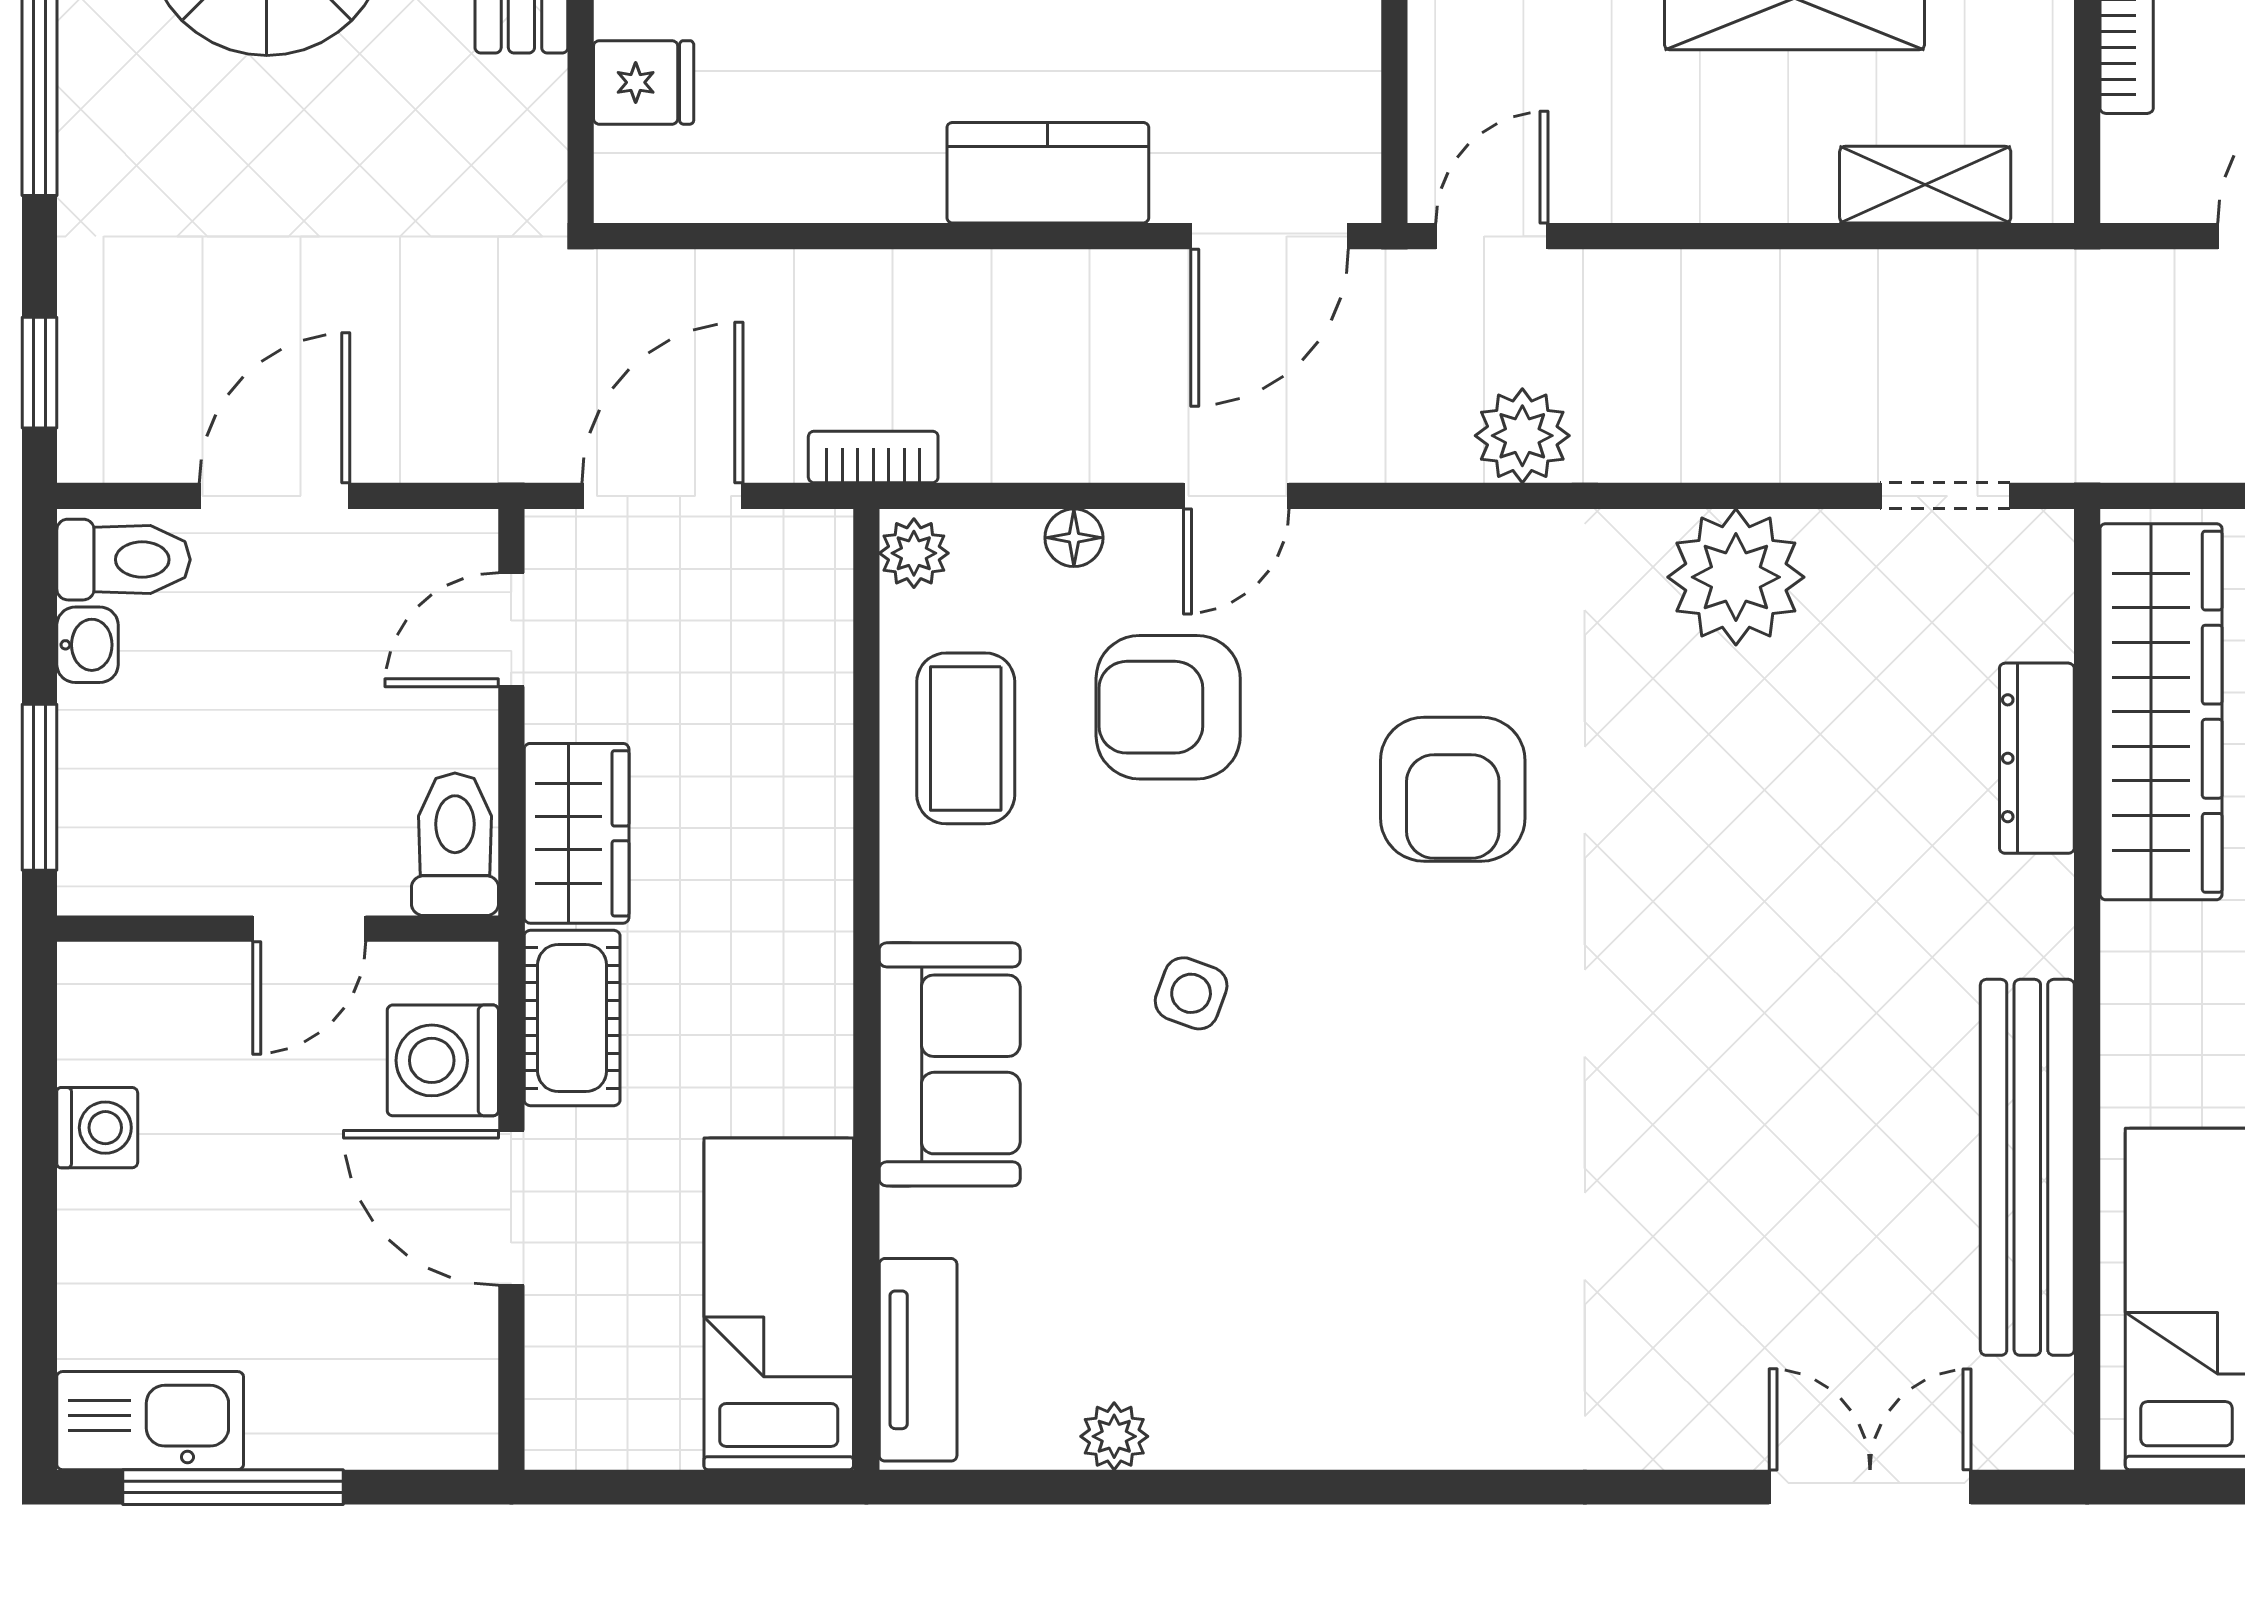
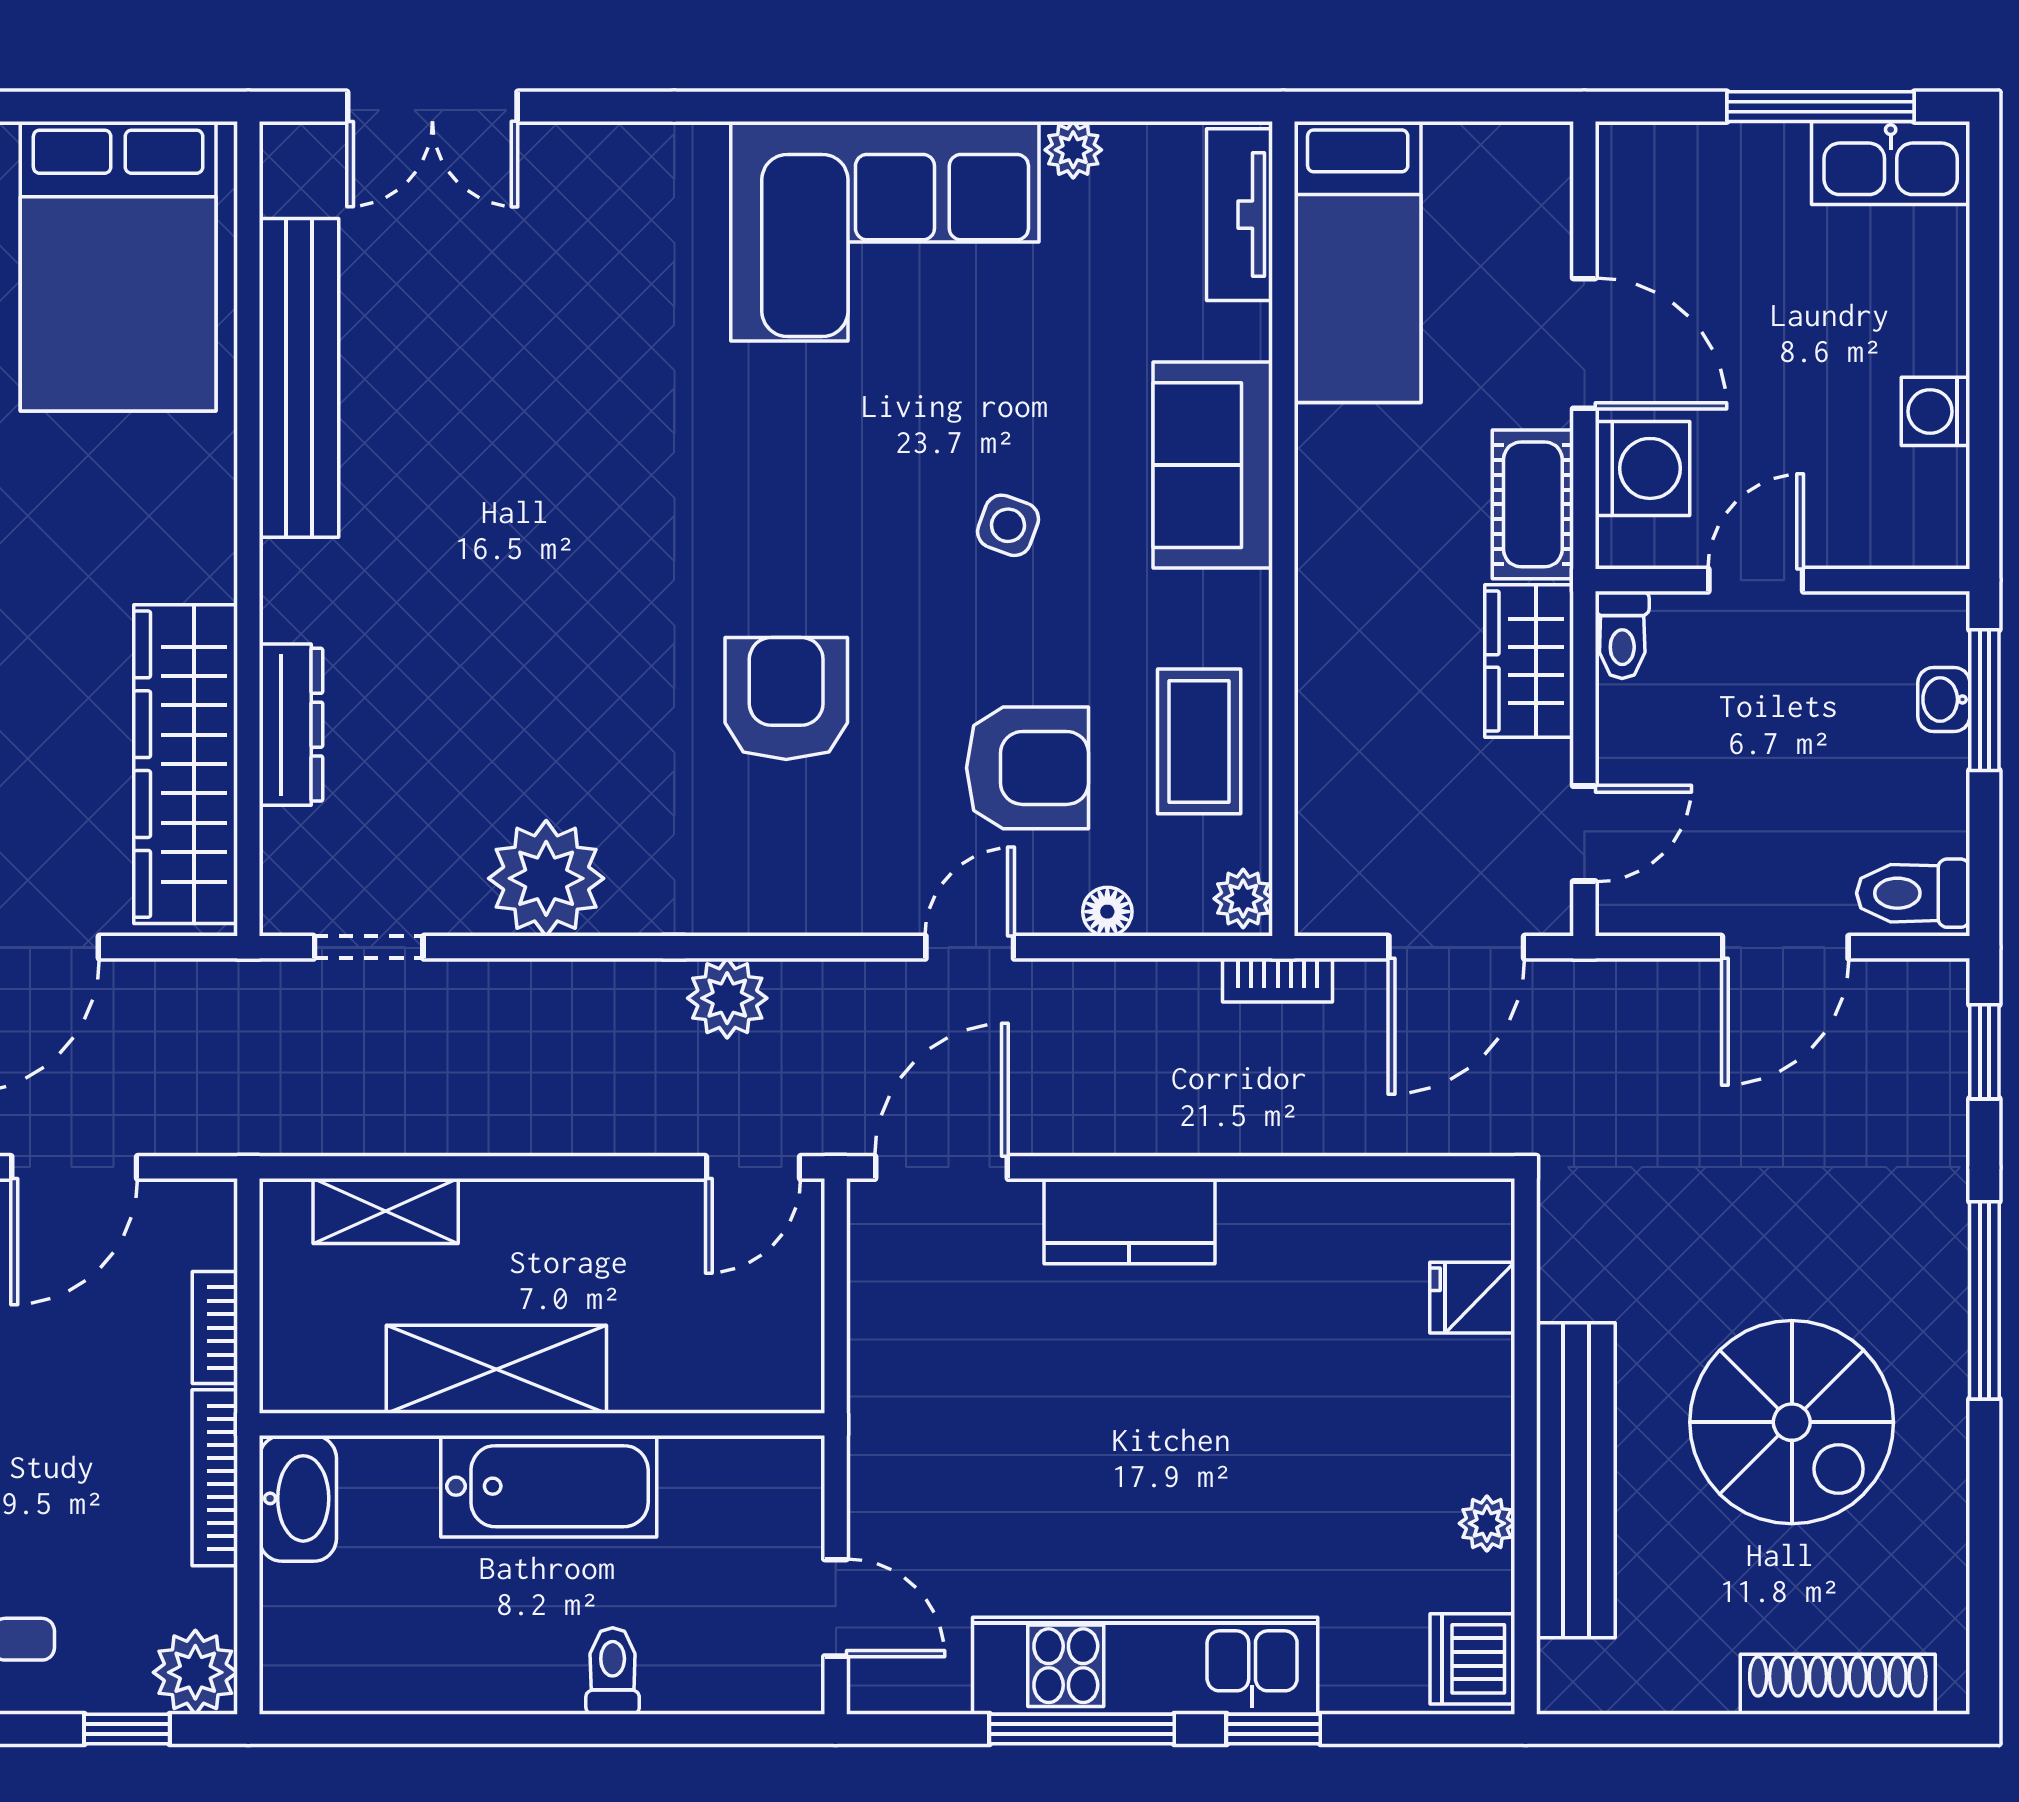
washbasin: (87, 645) -> (1944, 699), moved
toilet: (455, 844) -> (1622, 635), width x0.73, depth x0.72
corner sofa: (1336, 1340) -> (885, 231), added

